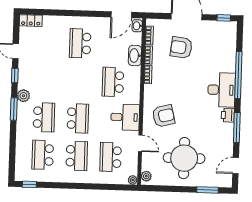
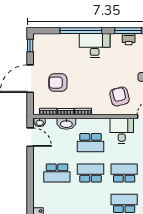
armchair: (181, 48) -> (58, 83), turned 83
school desk: (79, 81) -> (91, 173), added
printer: (228, 115) -> (129, 39), moved

